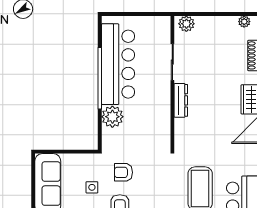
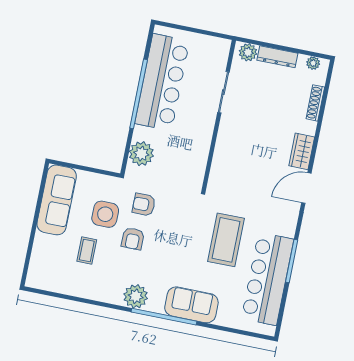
dresser: (181, 100) -> (277, 57), moved, turned 90
plant: (112, 117) -> (141, 154), moved
side table: (92, 187) -> (105, 214), width x1.87, depth x1.87

